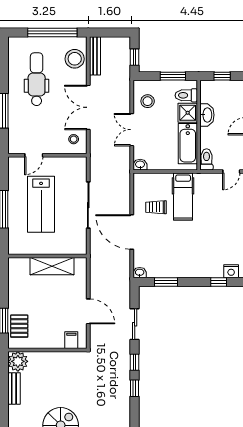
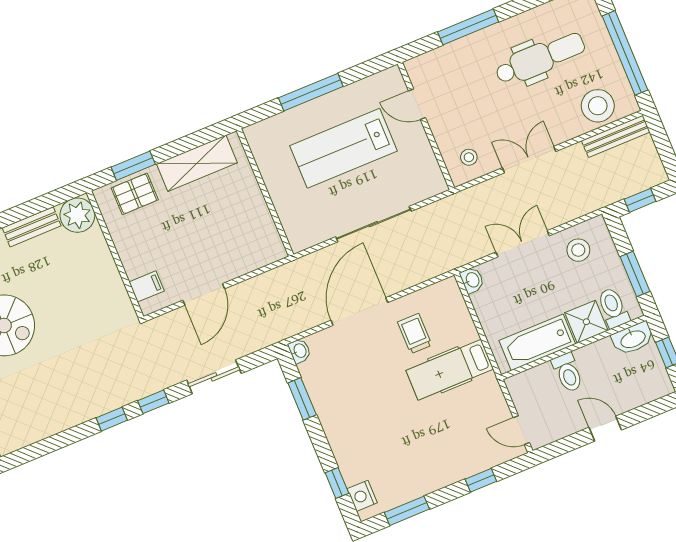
double door: (88, 107) -> (529, 160), width x0.73
washbasin: (207, 115) -> (633, 339), moved
toilet: (207, 159) -> (568, 373), moved, turned 90
shelving: (52, 266) -> (197, 163), moved, turned 90

